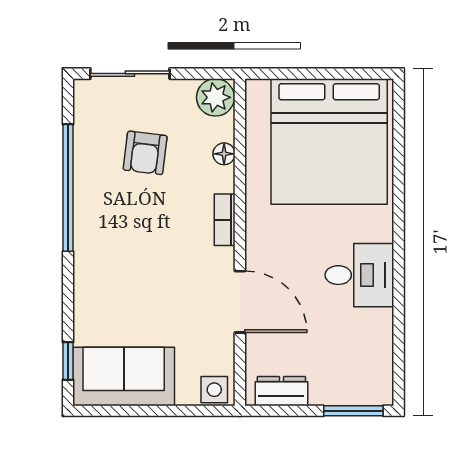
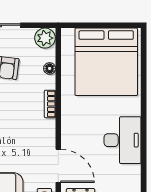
desk: (359, 275) -> (123, 140), width x1.37
door: (240, 302) -> (58, 166), moved

